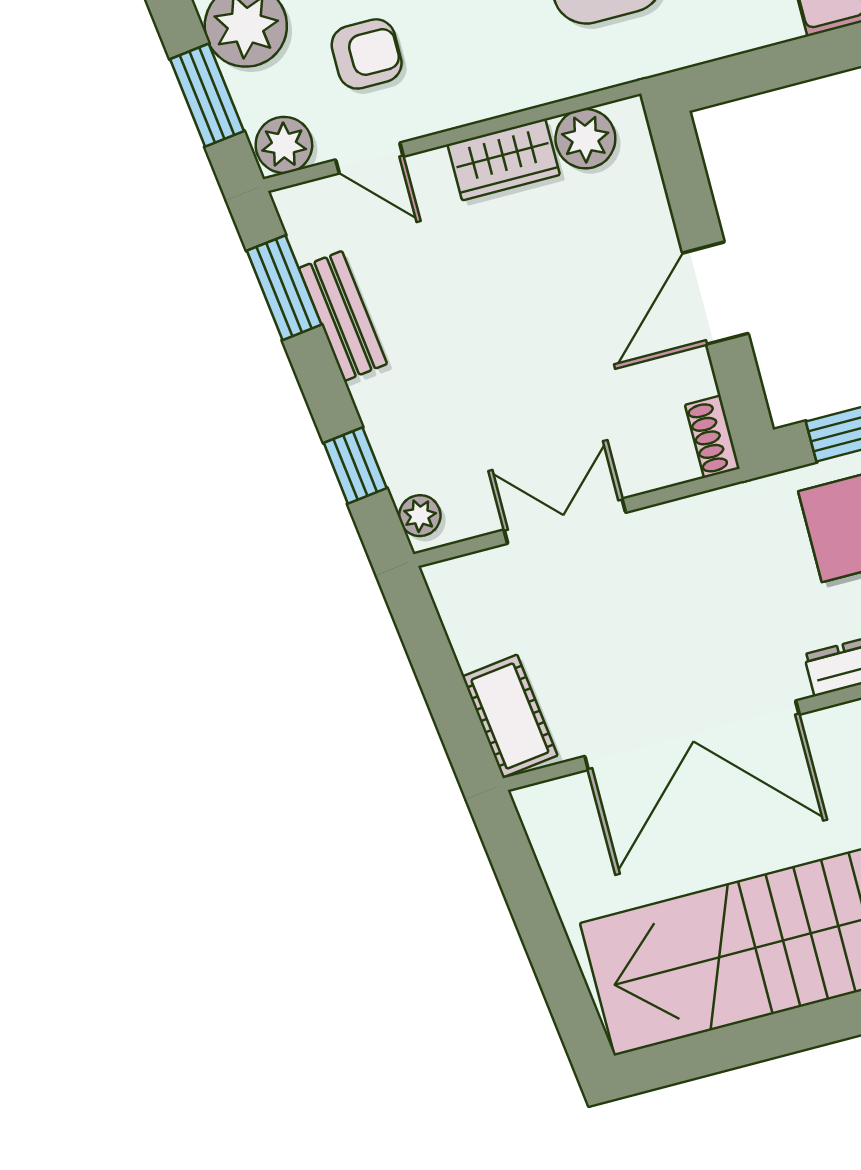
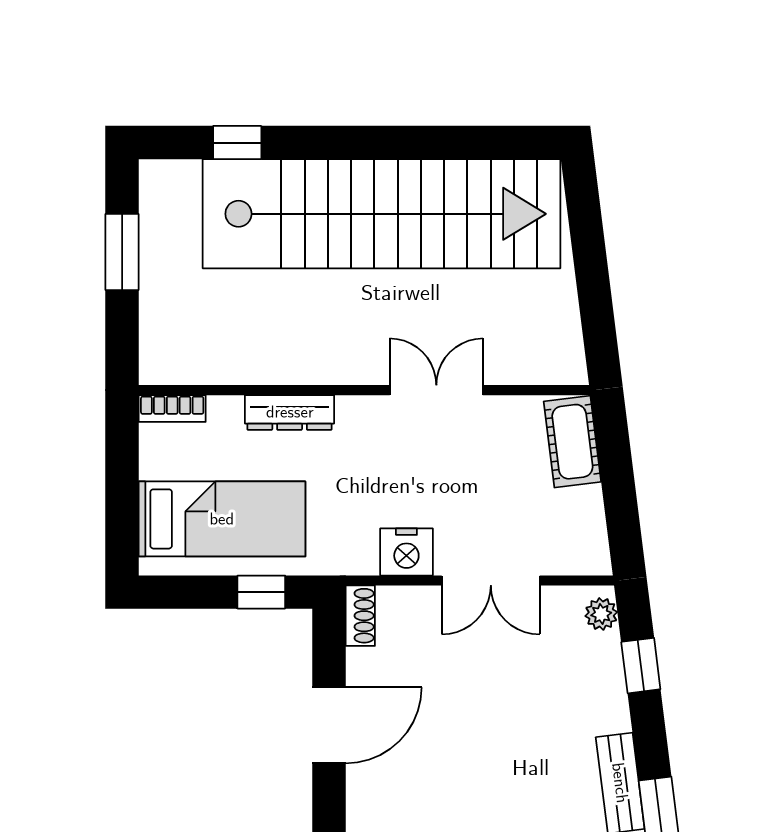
nightstand: (677, 529) -> (406, 552), added
double door: (692, 735) -> (436, 390), width x0.54

